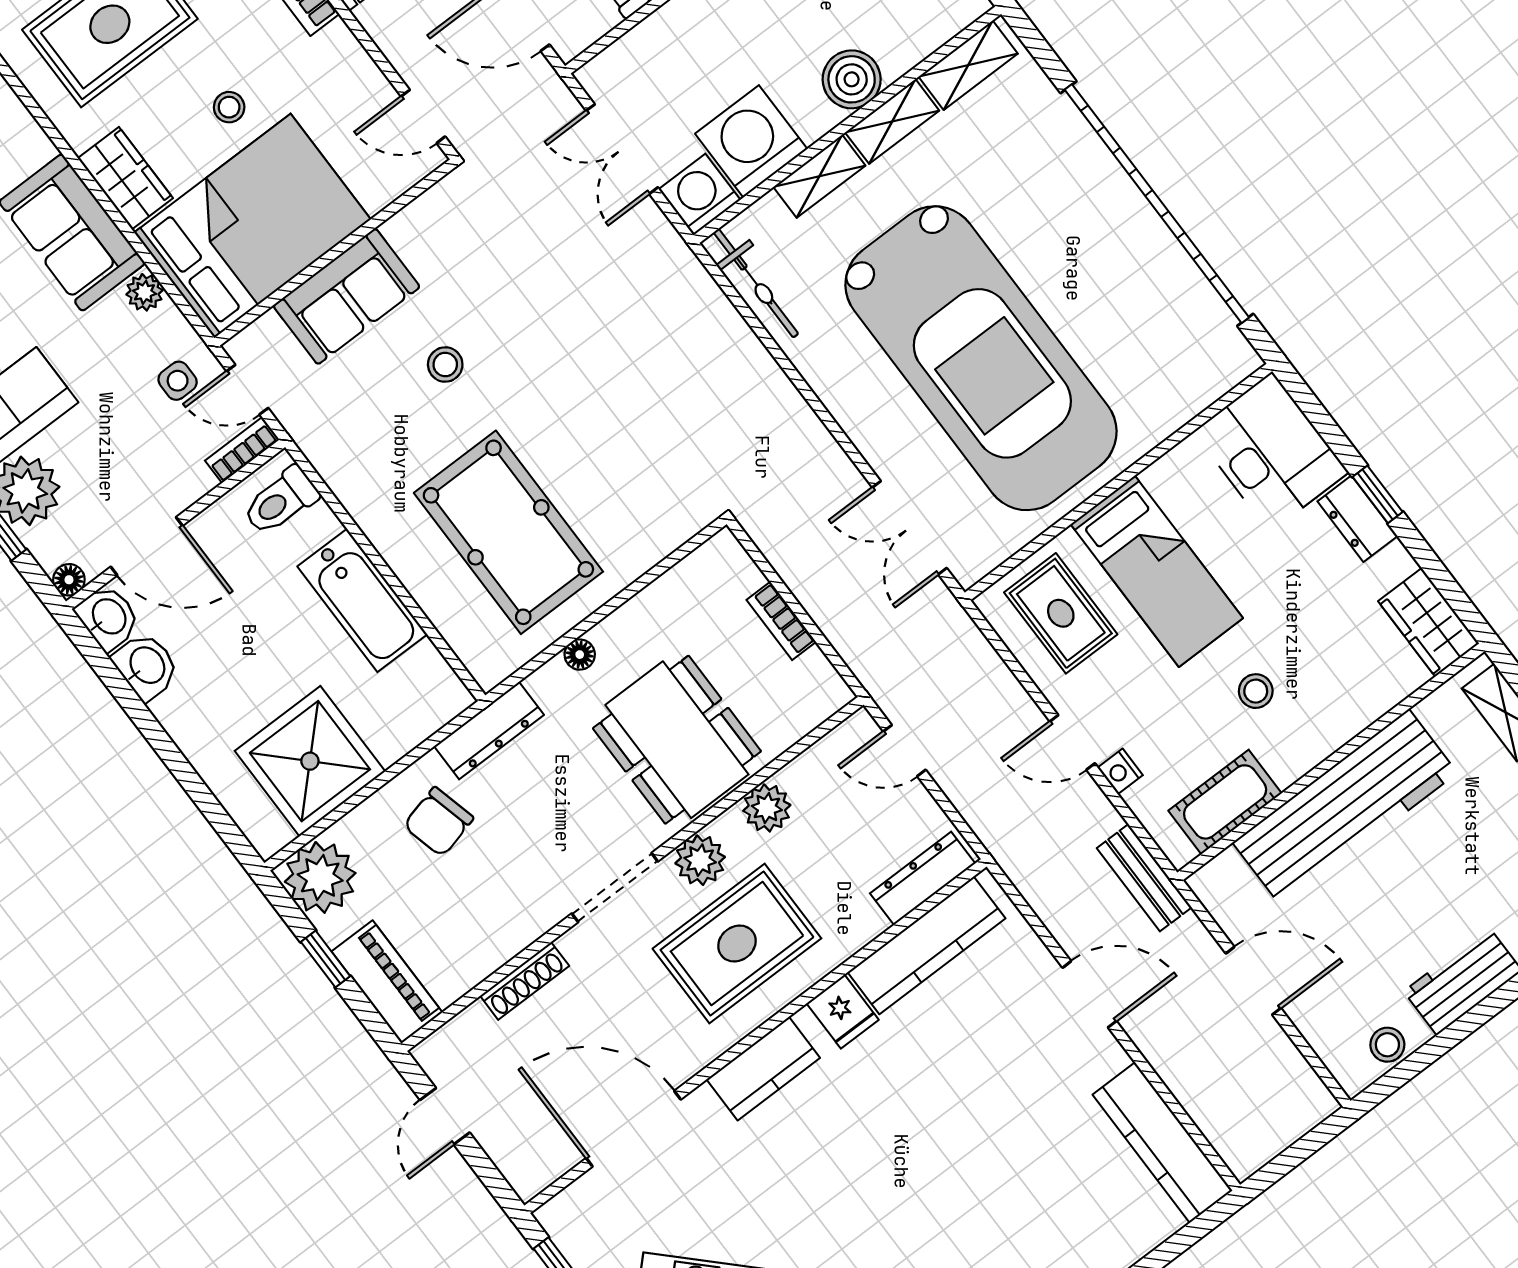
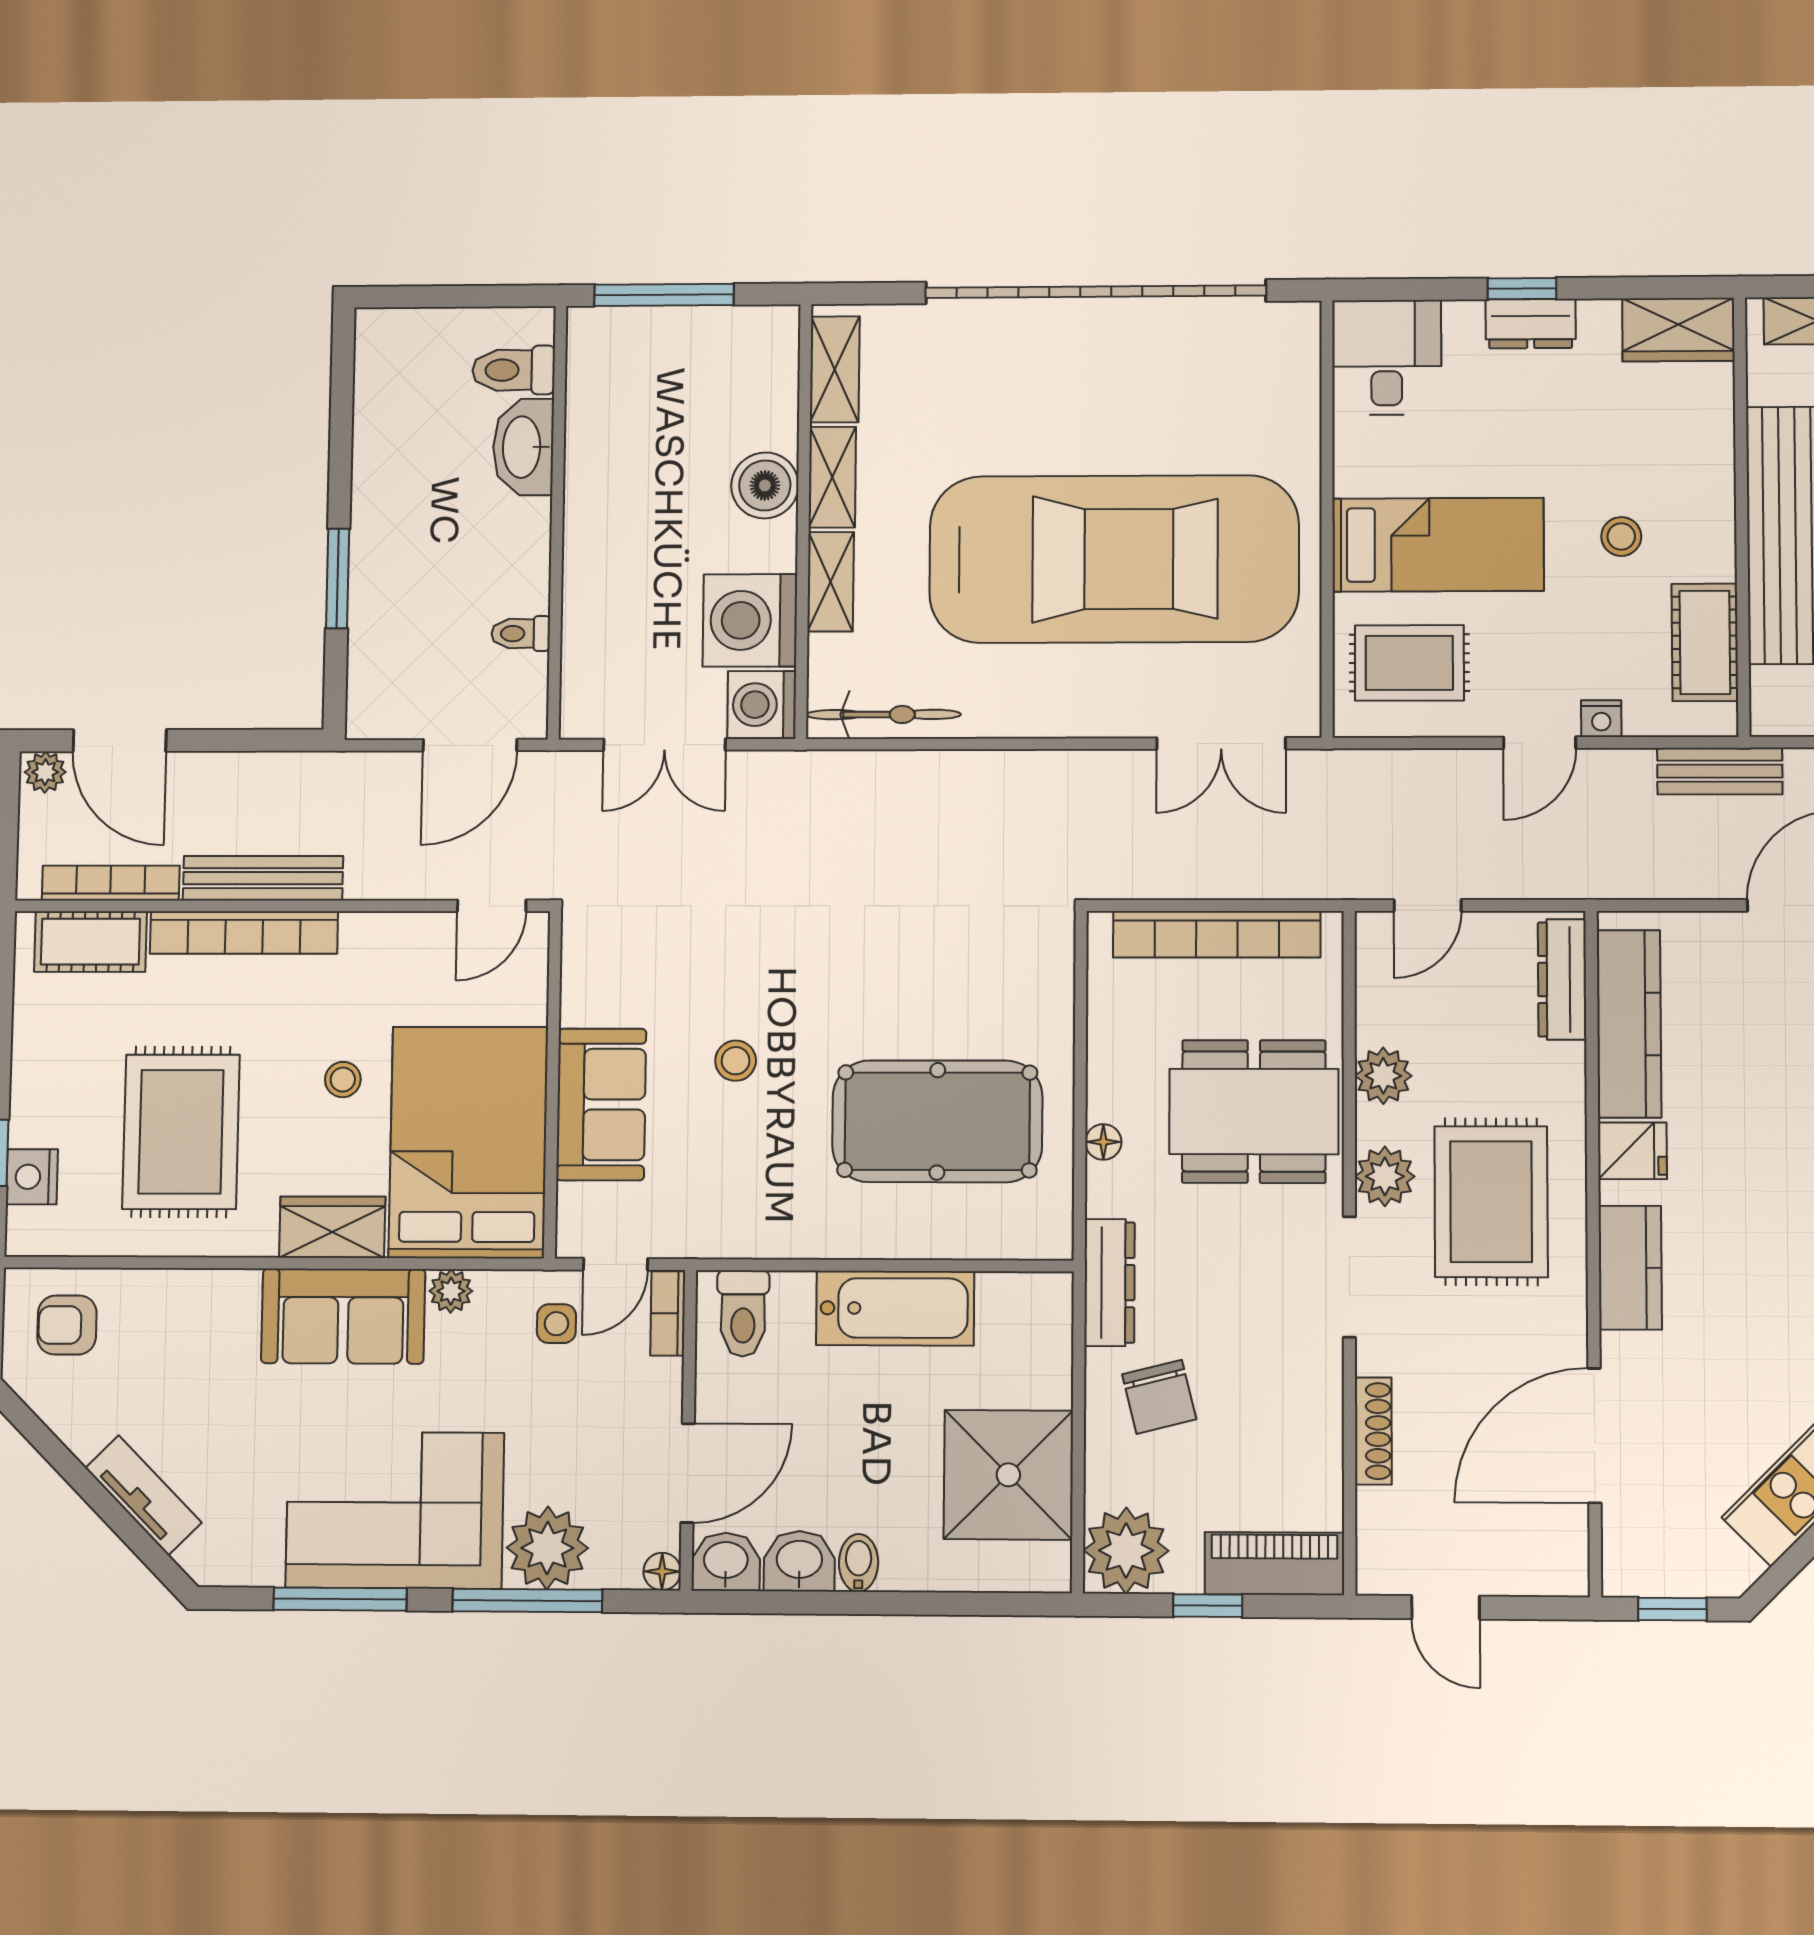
desk: (1271, 452) -> (1387, 357), width x0.73
bookcase: (781, 621) -> (1217, 934), width x2.31, depth x1.31
bidet: (175, 706) -> (859, 1563), added

